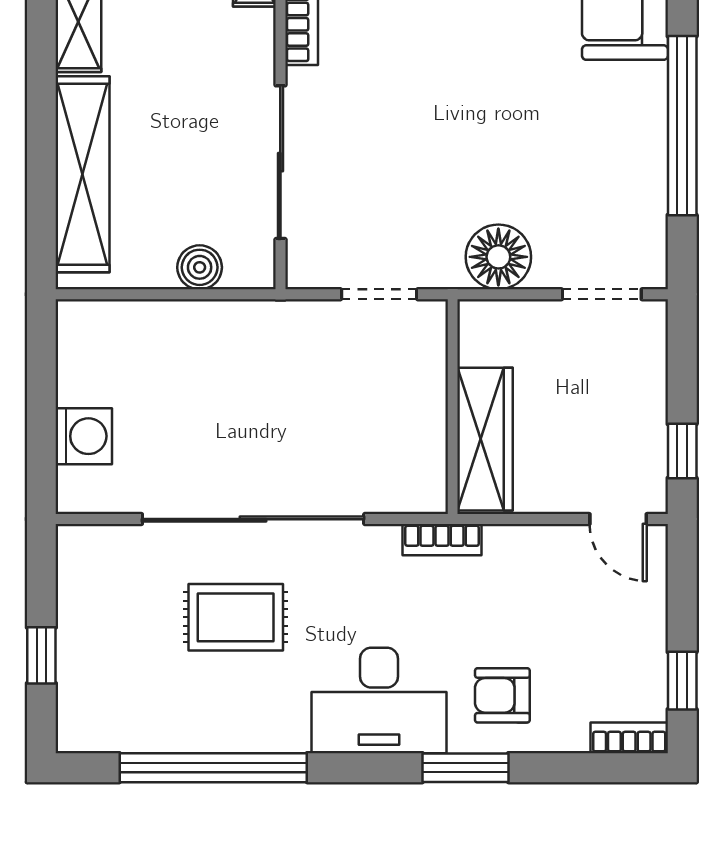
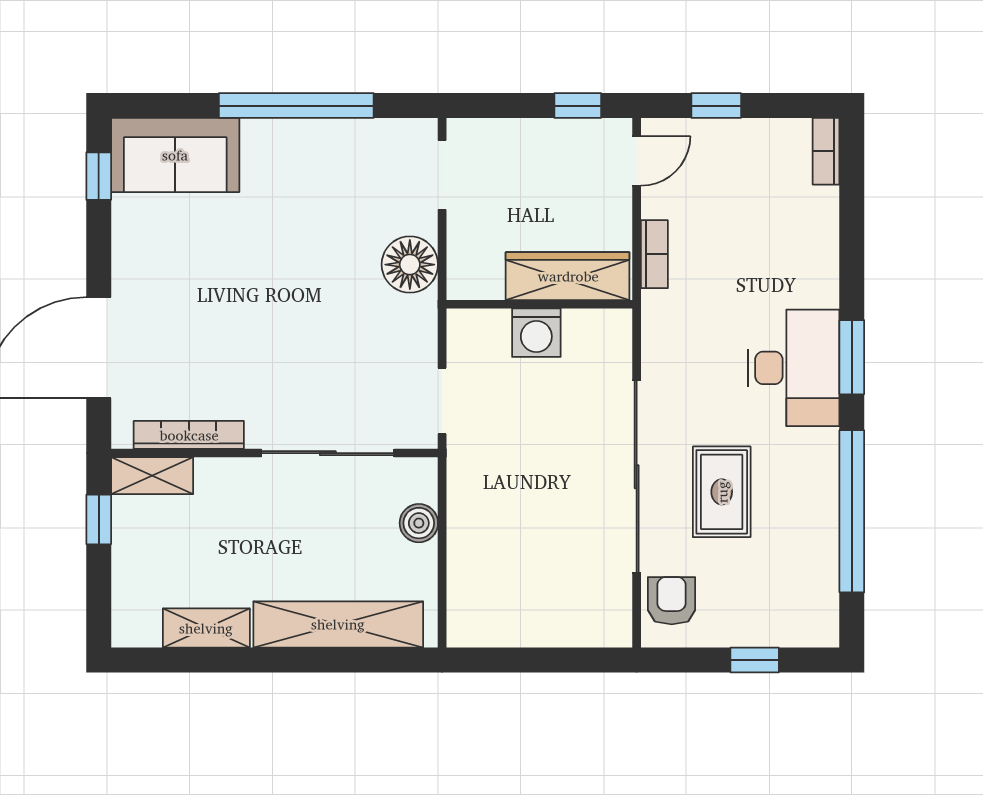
doorway: (379, 294) -> (442, 401), moved
washing machine: (84, 436) -> (536, 333), moved, turned 180
bookcase: (442, 540) -> (654, 254), moved
window: (682, 681) -> (716, 106), moved
armchair: (502, 695) -> (672, 601), moved, turned 180
window: (465, 768) -> (852, 357), moved

